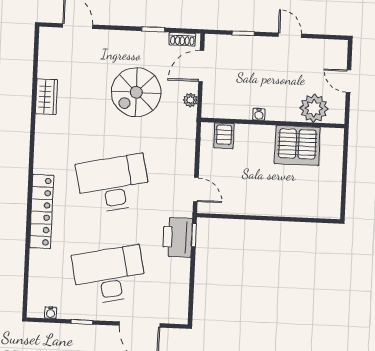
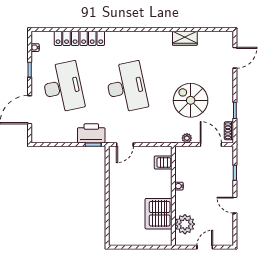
door: (290, 35) -> (235, 205), swing flipped
locker: (42, 211) -> (79, 38), moved

